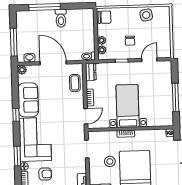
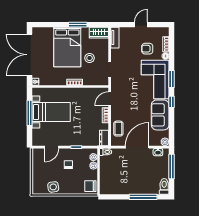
toilet: (61, 18) -> (164, 186), moved
door: (53, 63) -> (137, 147), swing flipped
bed with nightstands: (128, 106) -> (51, 112), moved, turned -90
window: (17, 156) -> (171, 79), moved

